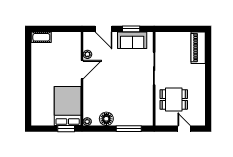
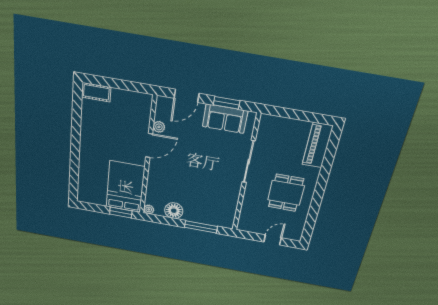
door: (104, 29) -> (187, 96), hinge flipped
dining table: (174, 99) -> (286, 193), moved, turned 90
door: (184, 129) -> (273, 240), hinge flipped

